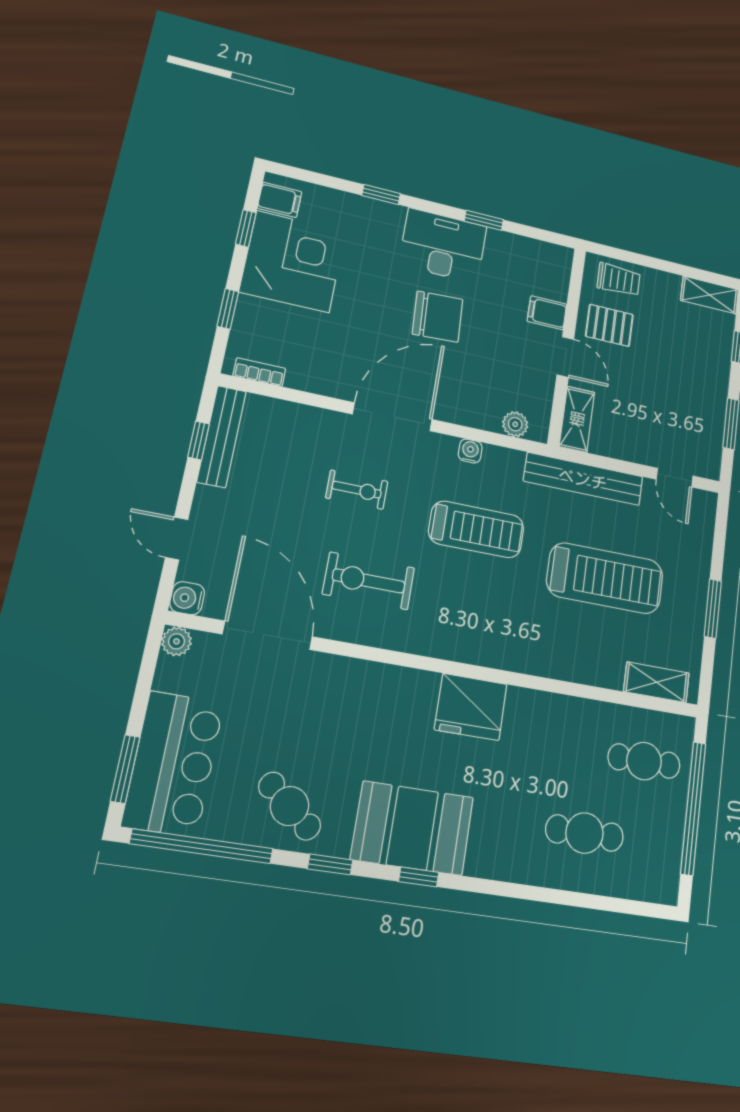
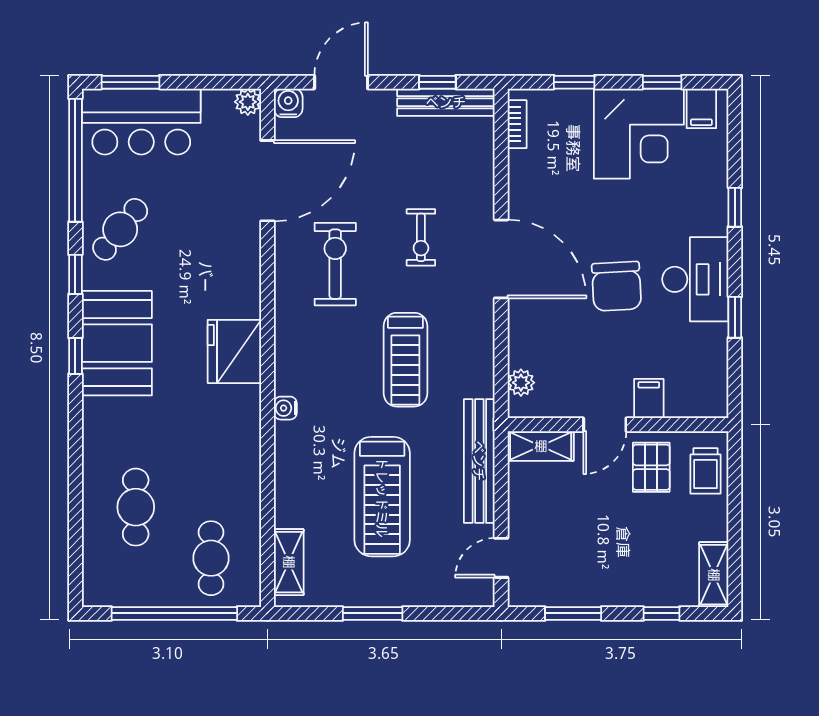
water cooler: (470, 451) -> (285, 408), moved, turned 180
door: (177, 538) -> (341, 82), width x1.38
fridge: (471, 707) -> (234, 351), moved

